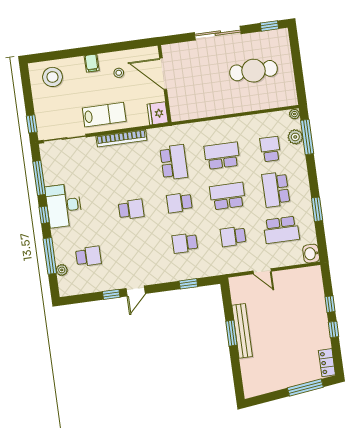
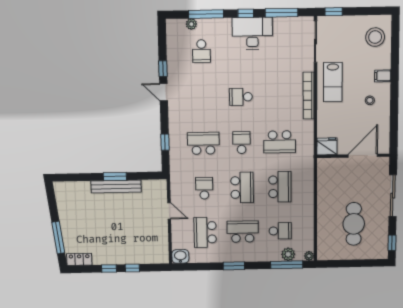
door: (163, 74) -> (363, 156), moved
wall: (164, 84) -> (353, 156), moved
fridge: (158, 113) -> (327, 146), moved
school desk: (131, 209) -> (241, 97), turned 90
window: (317, 209) -> (234, 266), moved
school desk: (185, 243) -> (203, 143), width x1.85
door: (262, 271) -> (169, 211), swing flipped

